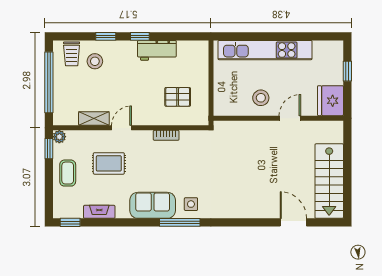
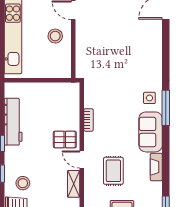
workbench: (157, 50) -> (13, 122), width x1.37
pallet: (178, 97) -> (65, 139), moved, turned 90
fireplace: (99, 212) -> (156, 167), moved

